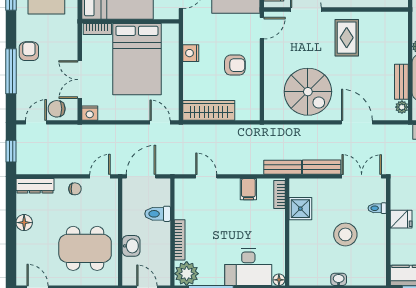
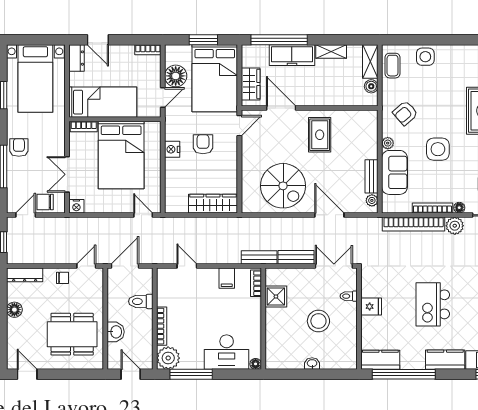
armchair: (235, 65) -> (203, 144), moved, turned -90
wardrobe: (209, 110) -> (213, 204), moved

